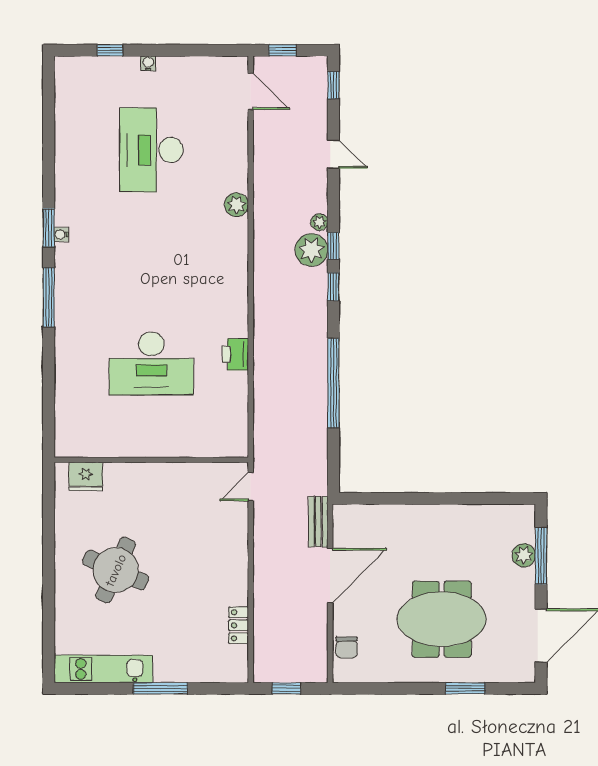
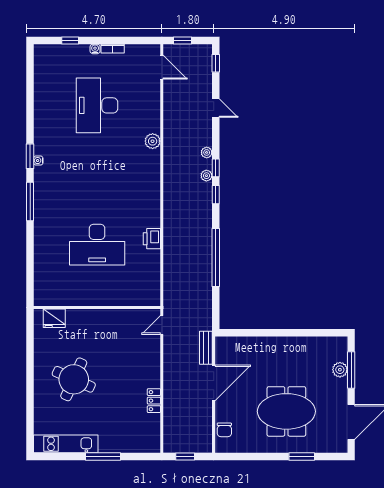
bookcase: (175, 63) -> (113, 49), added
plant: (311, 250) -> (206, 176), width x0.53, depth x0.53
locker: (239, 625) -> (154, 401), moved

